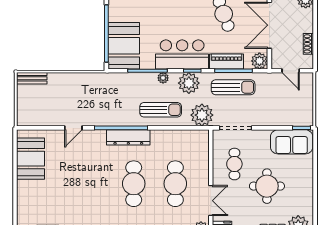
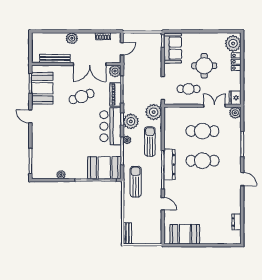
sun lounger: (233, 87) -> (136, 182), moved

